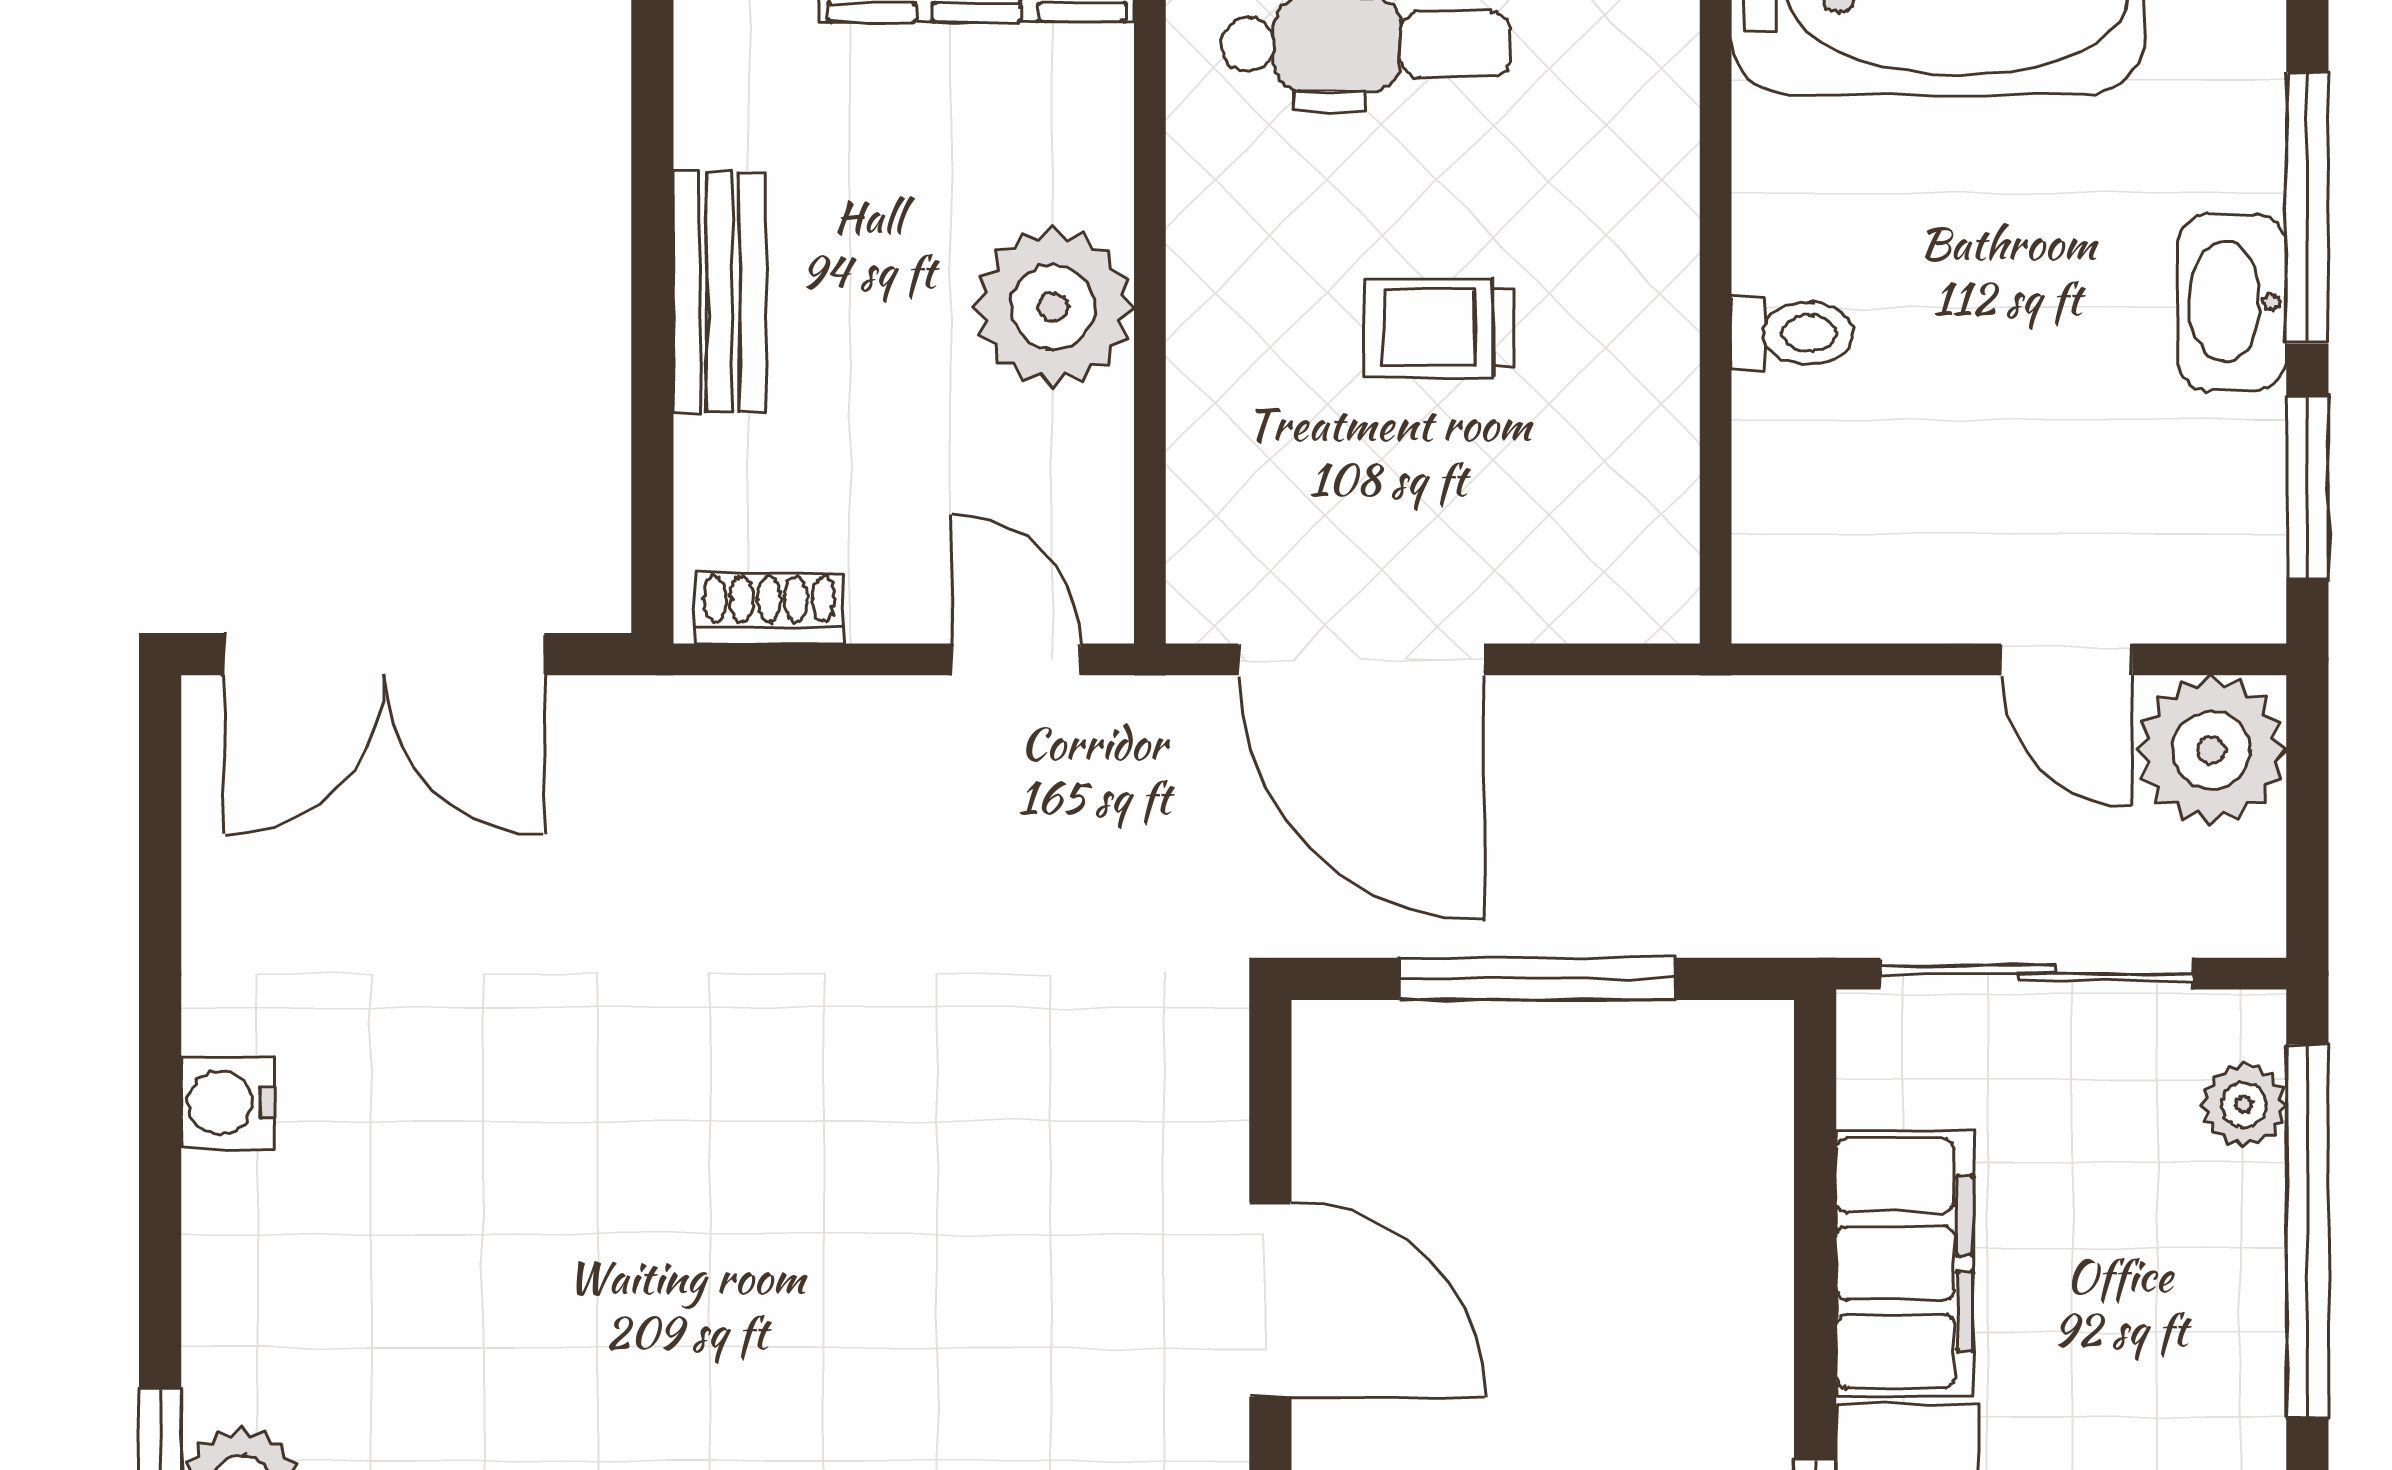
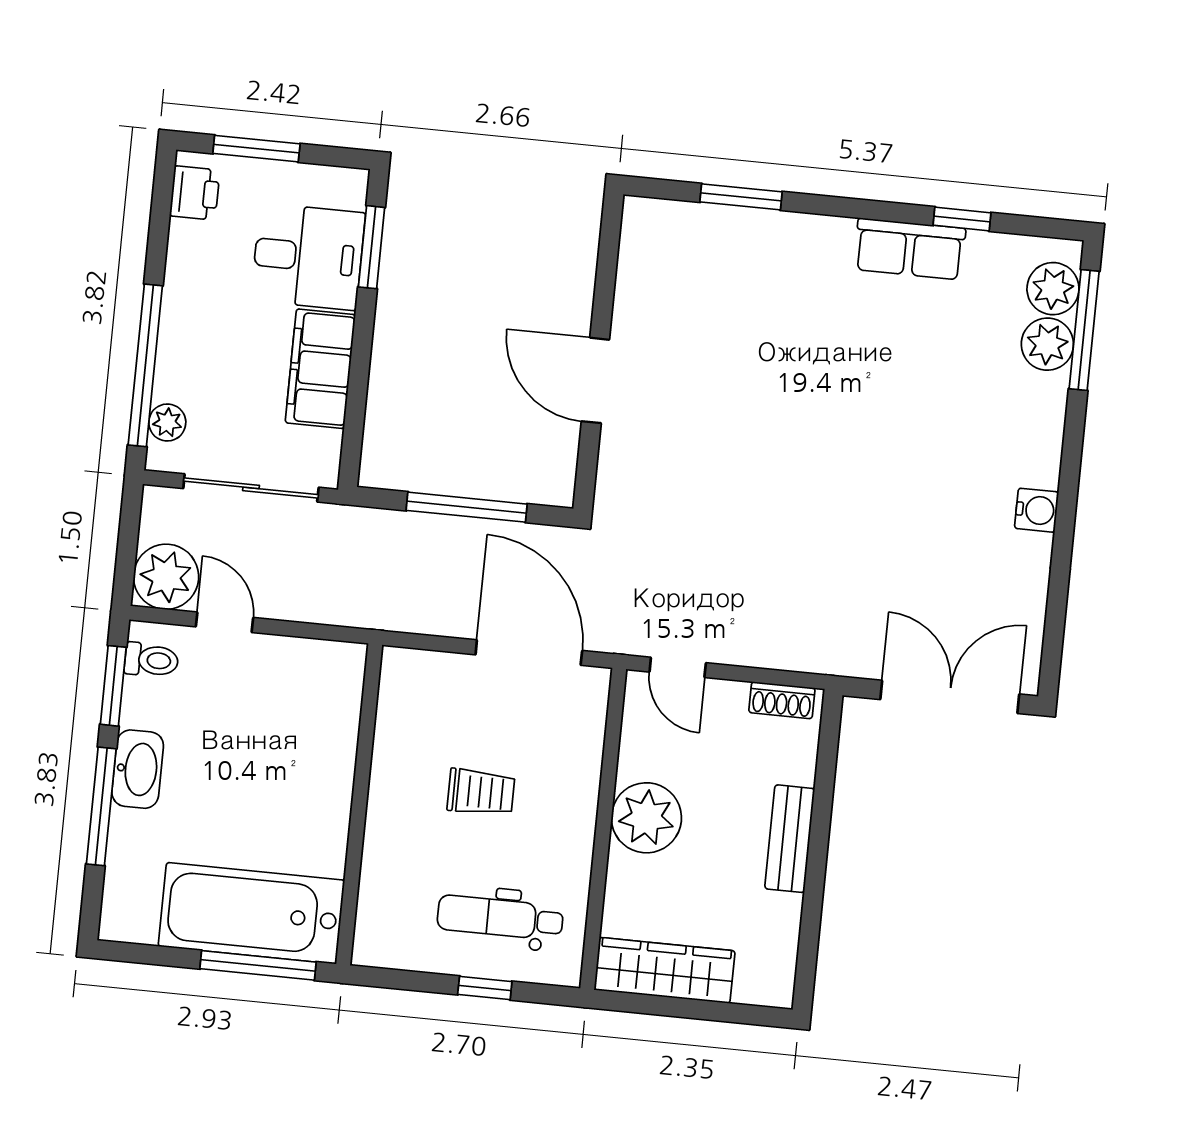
toilet: (1792, 333) -> (151, 660), moved, turned 180

